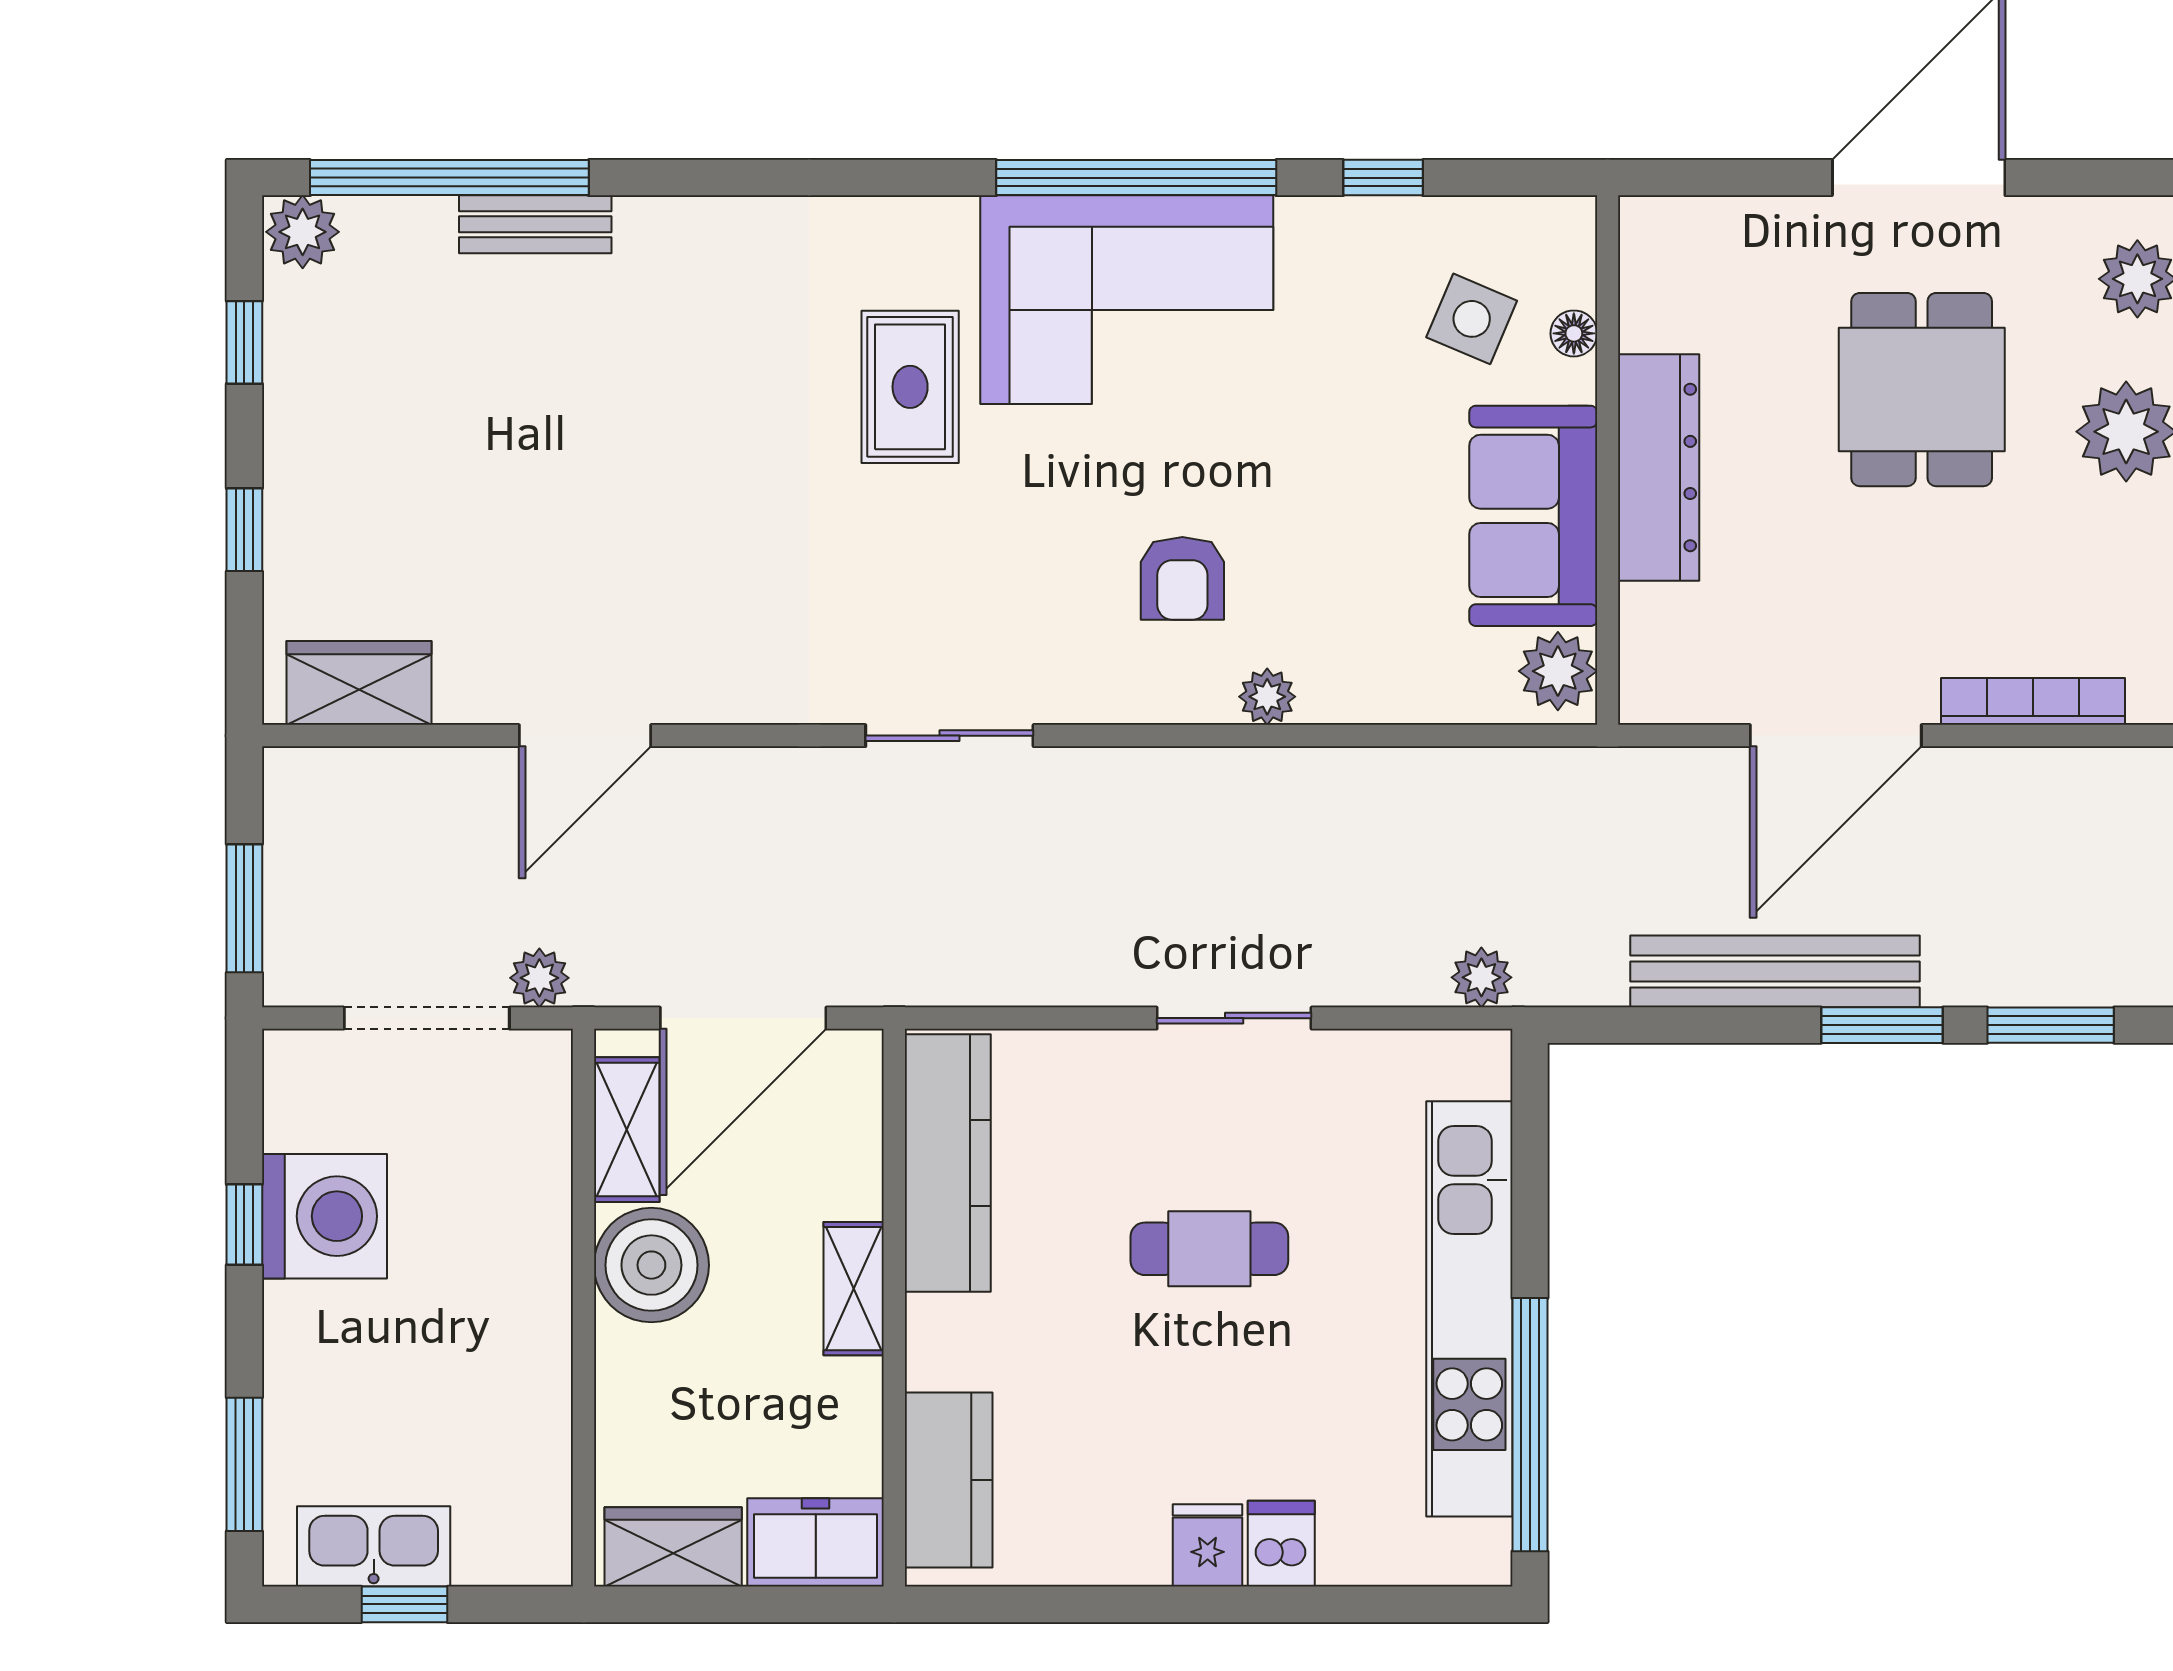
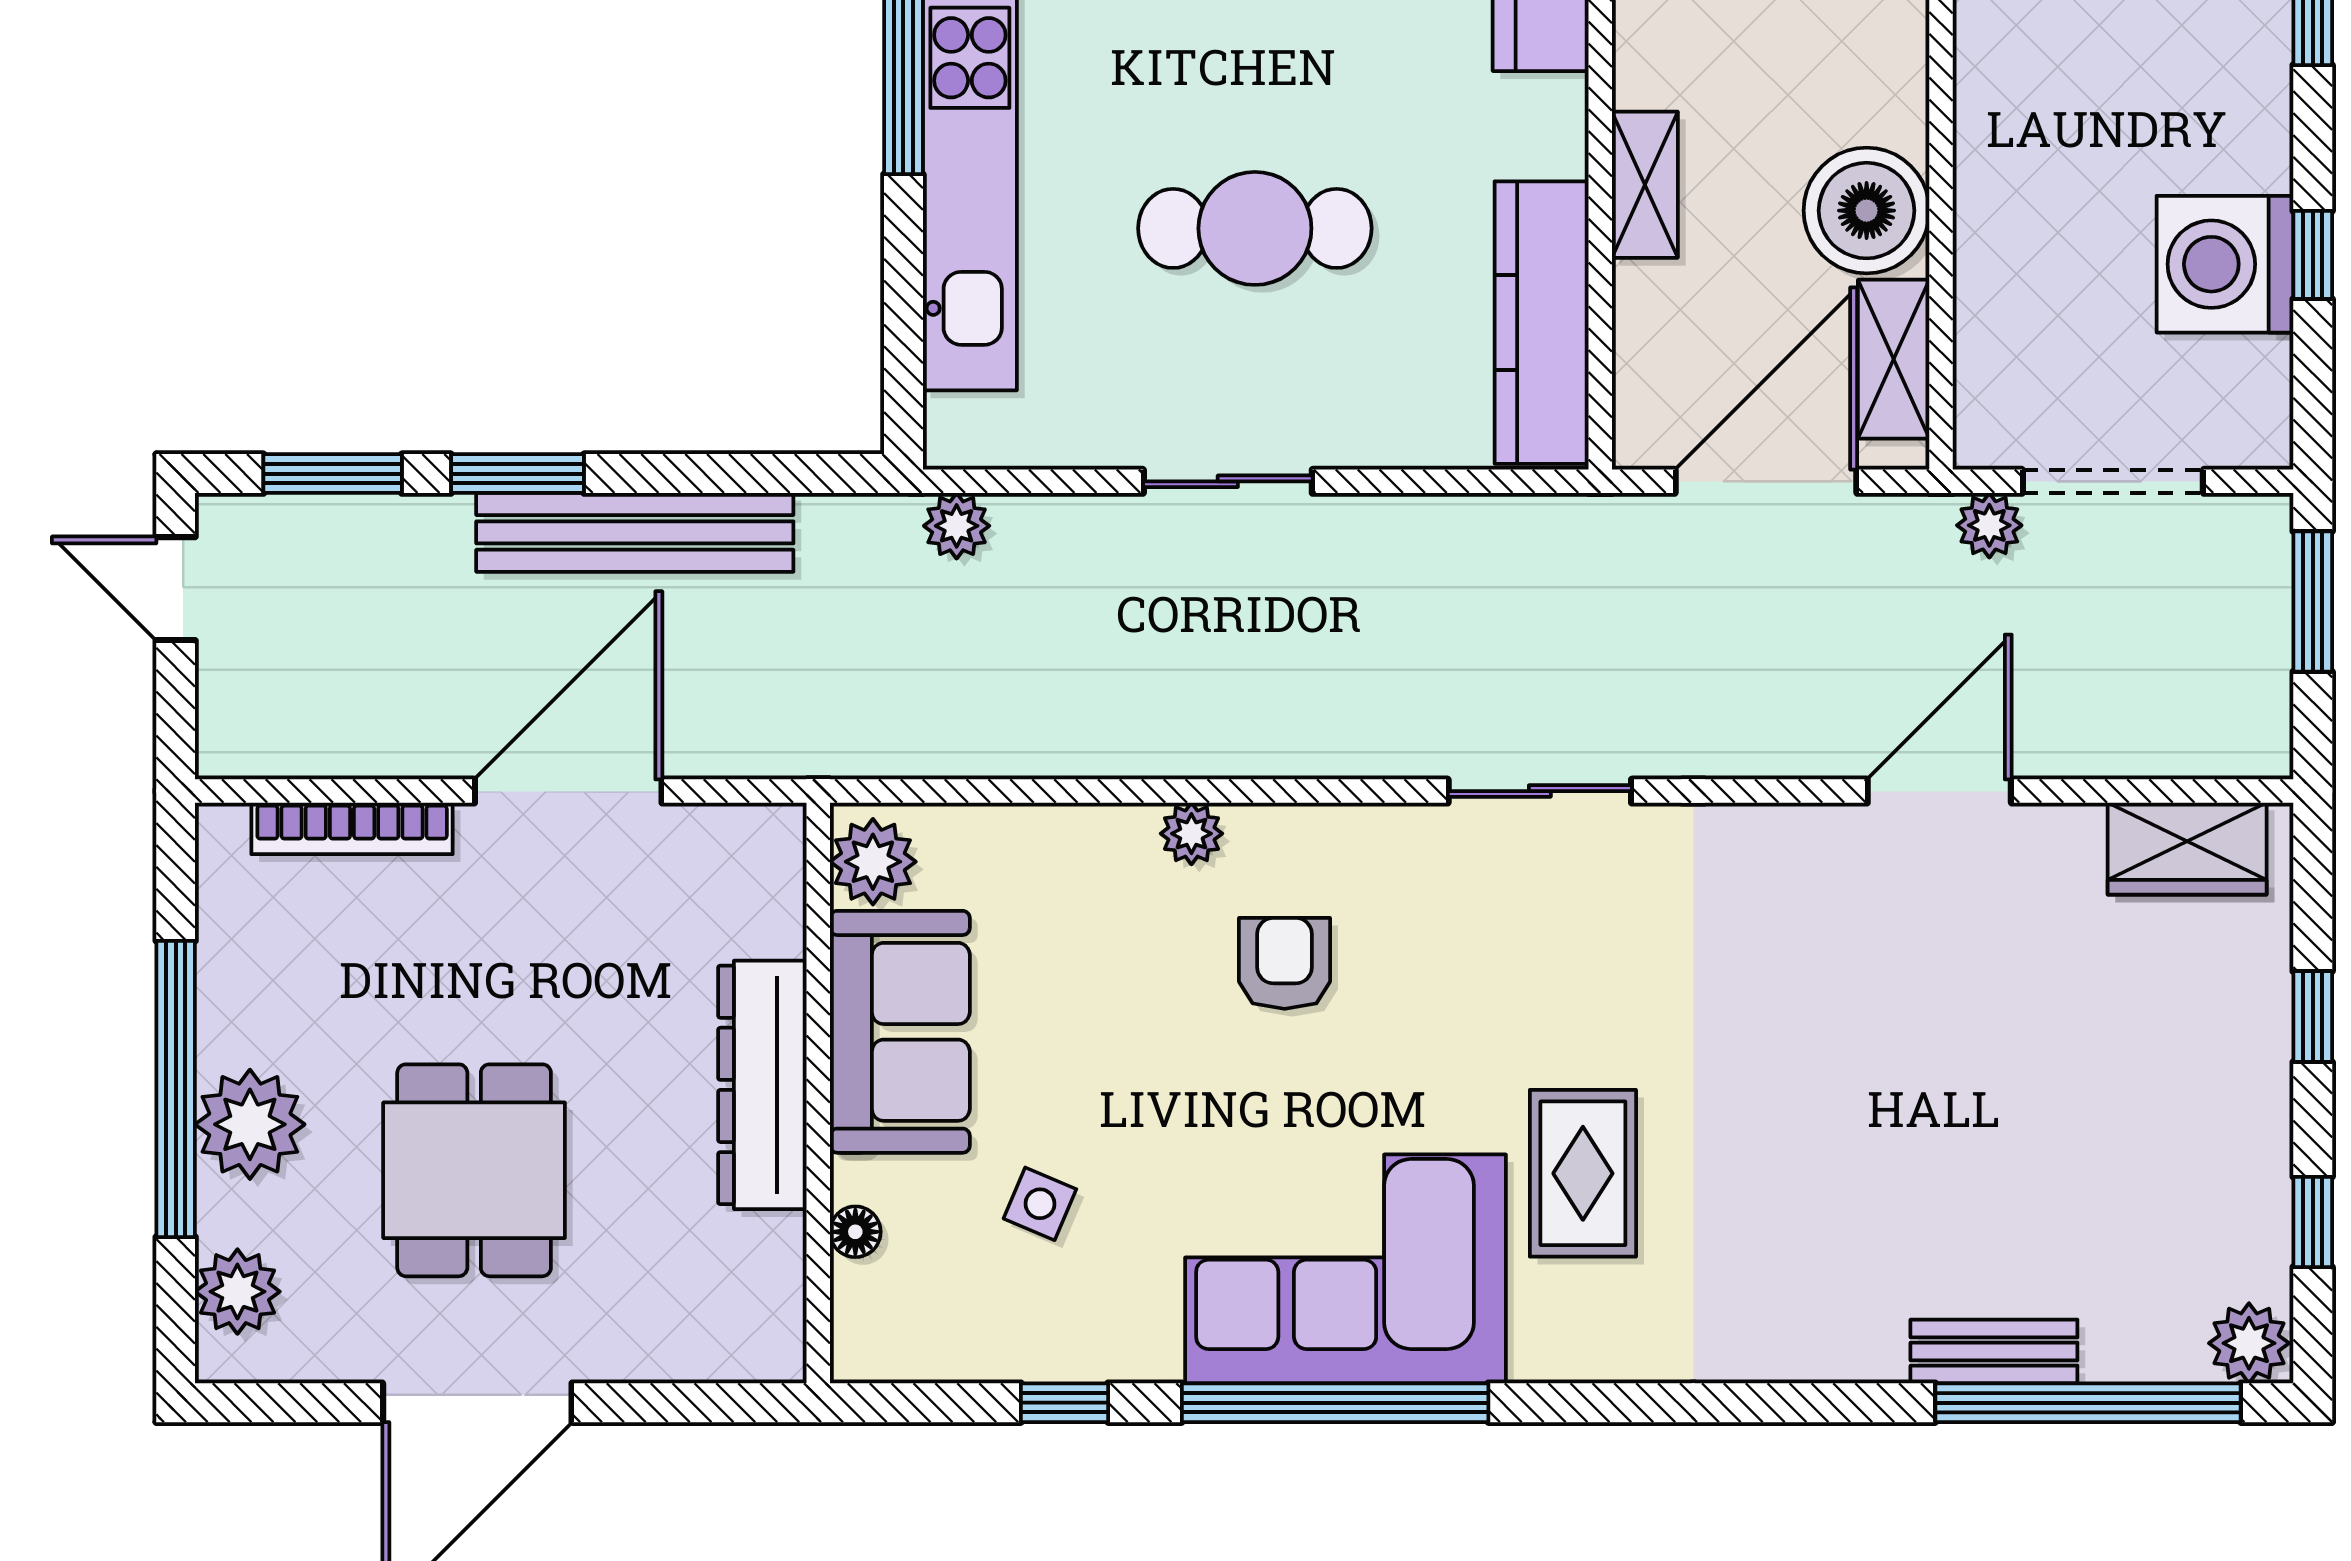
side table: (1472, 319) -> (1040, 1204), moved, width x0.73, depth x0.73
cafe table: (1209, 1249) -> (1255, 228), width x1.37, depth x1.35

